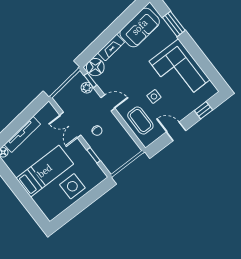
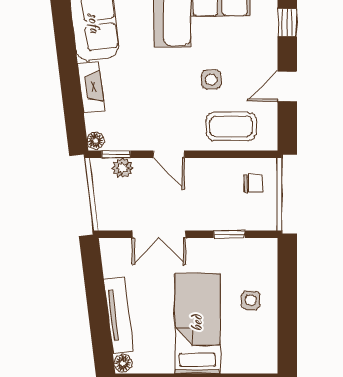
floor lamp: (95, 67) -> (96, 141), width x0.53, depth x0.53
door: (108, 103) -> (169, 154), swing flipped
chair: (97, 131) -> (253, 183), moved
side table: (72, 186) -> (251, 300), width x0.54, depth x0.54

